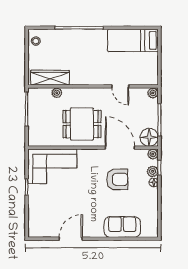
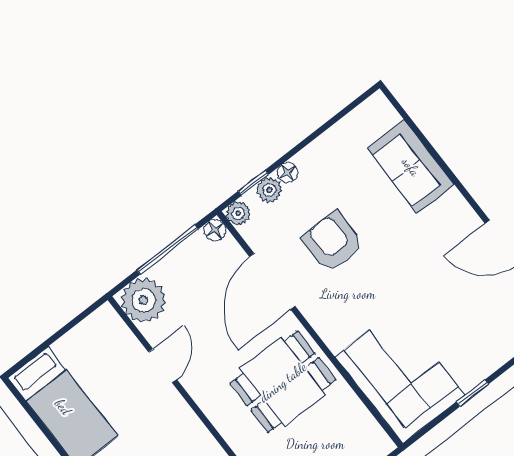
plant: (153, 93) -> (144, 300), width x1.87, depth x1.87
dining table: (82, 124) -> (283, 382), turned 90
floor lamp: (149, 137) -> (215, 230), width x0.53, depth x0.53

